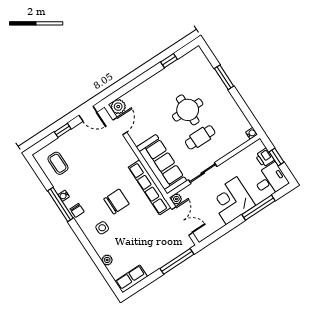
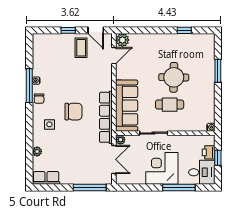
coffee table: (58, 163) -> (81, 48), moved

